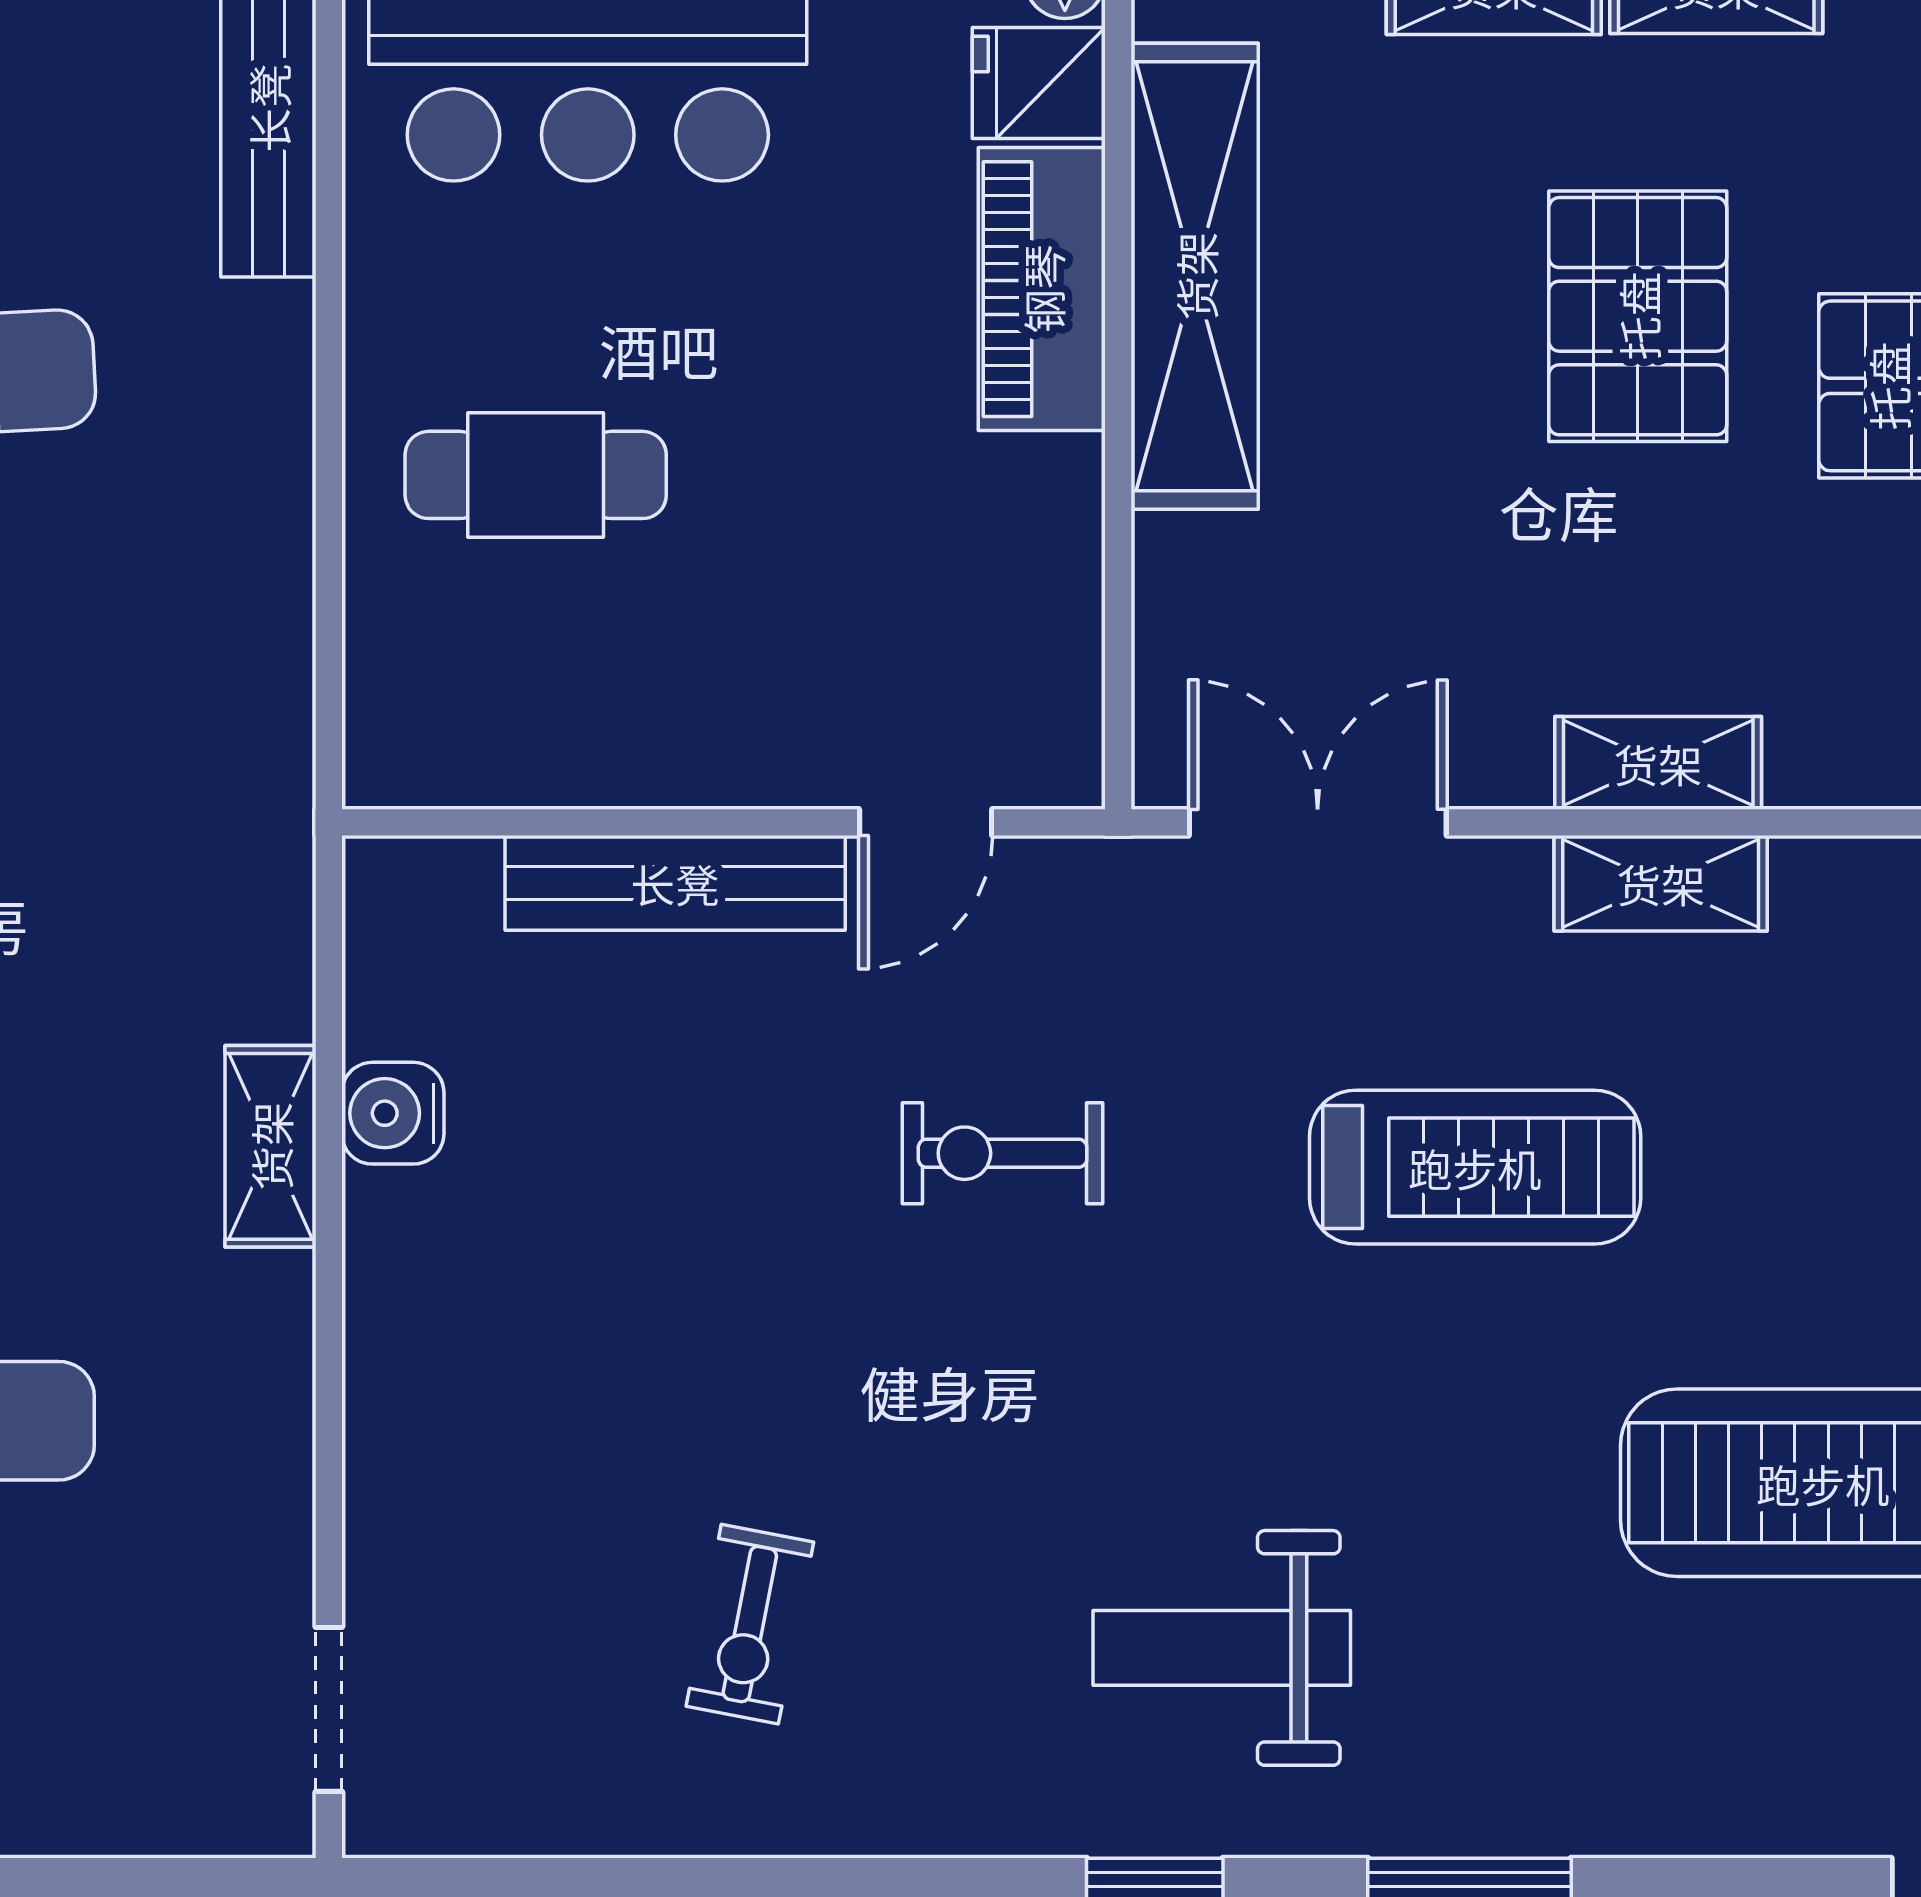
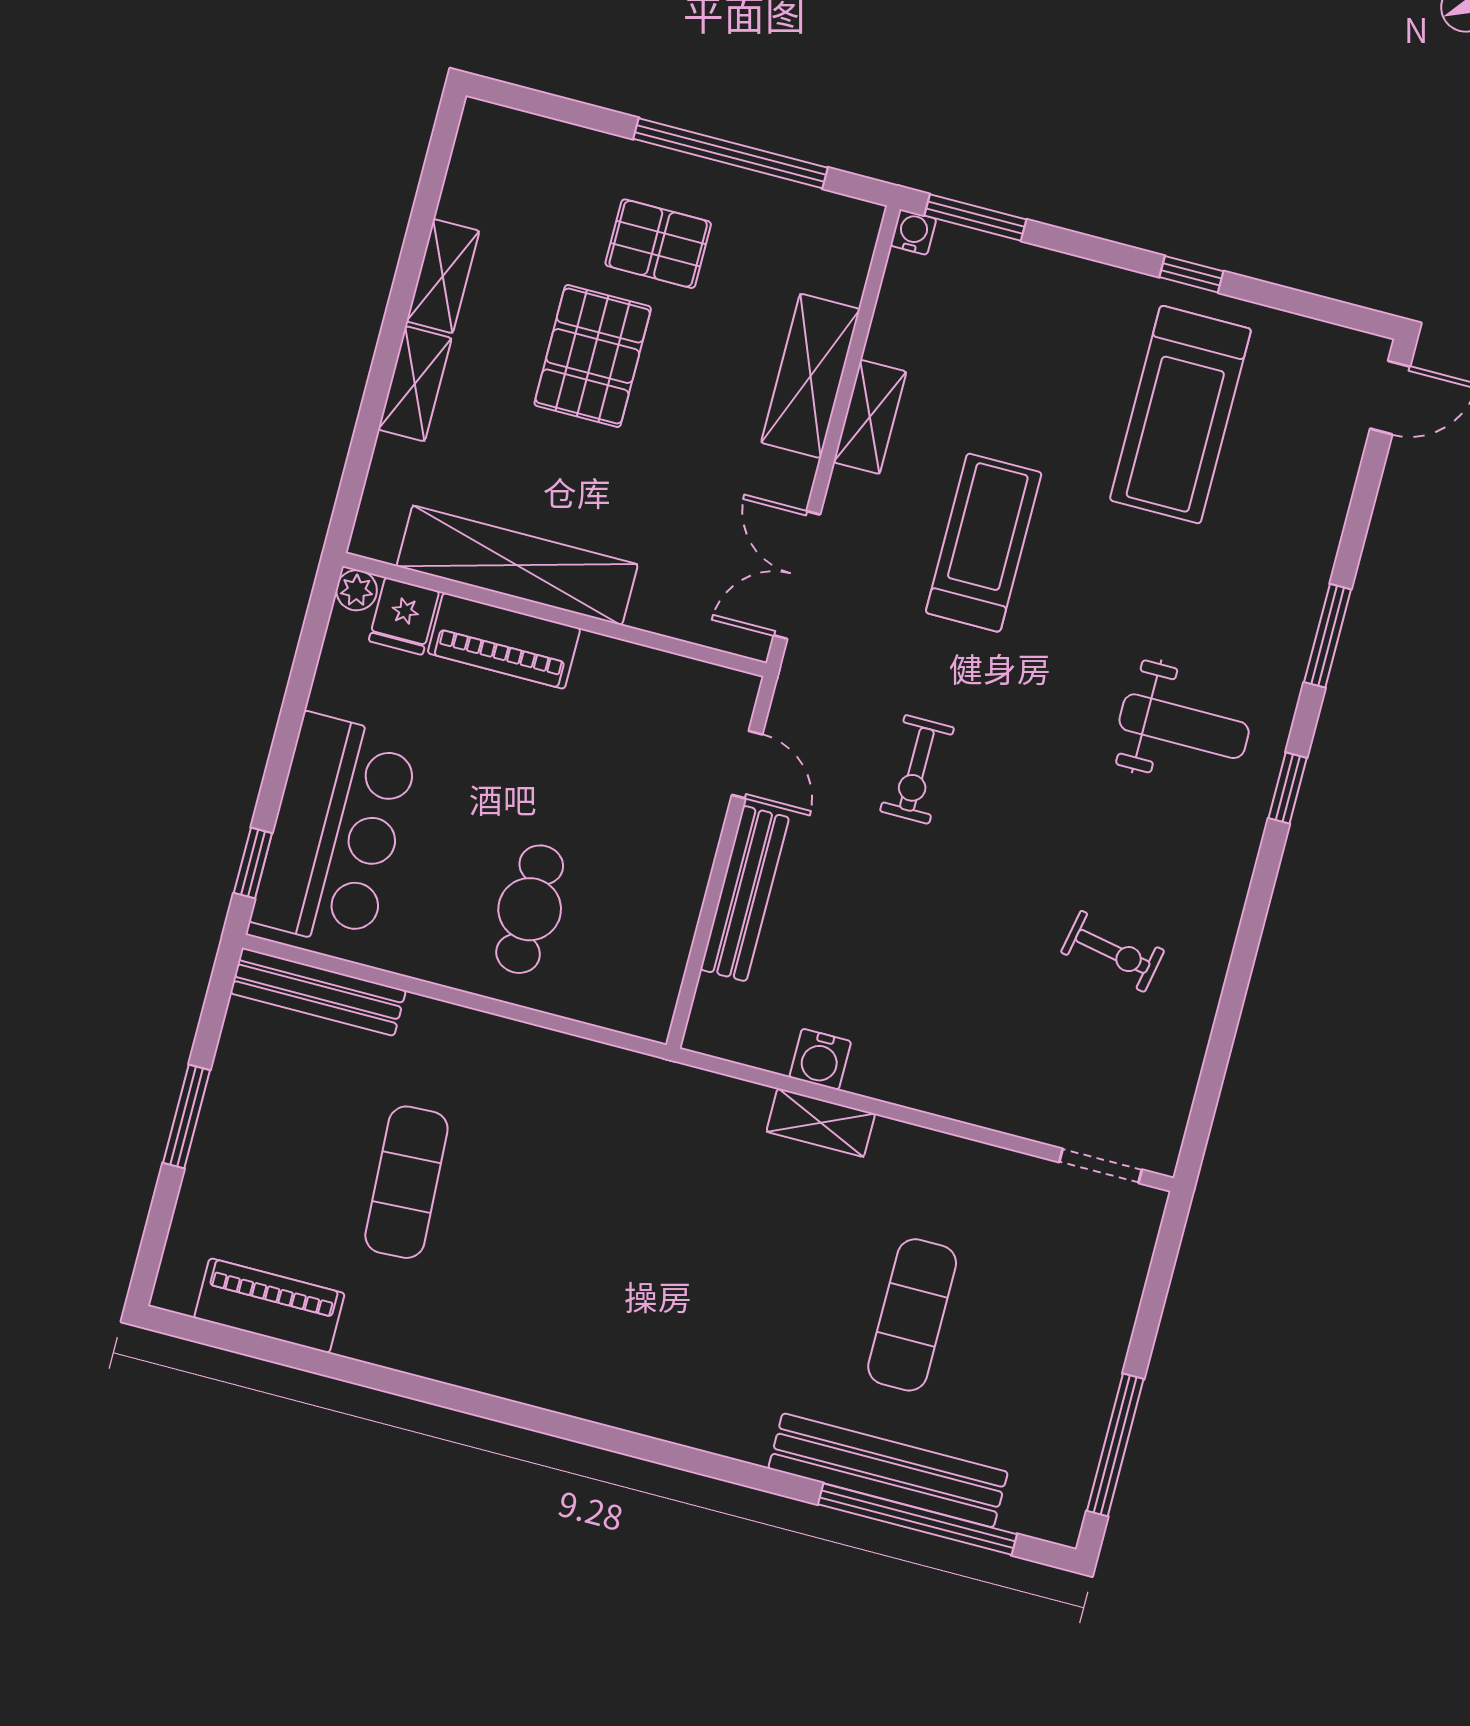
pallet: (1638, 316) -> (593, 356), turned 90
shelving: (1658, 763) -> (810, 376), width x1.50, depth x1.33
weight bench: (1222, 1648) -> (1184, 726), turned -90

